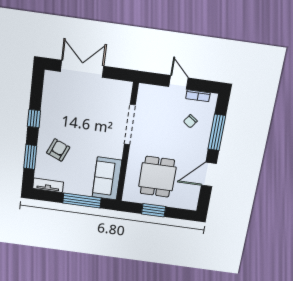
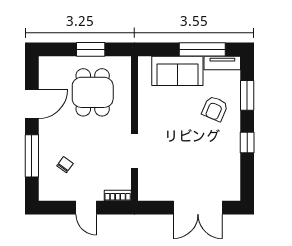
bookcase: (198, 96) -> (118, 195), moved
doorway: (130, 125) -> (134, 151), width x0.73
sofa: (107, 178) -> (177, 71), moved, turned 90
window: (82, 201) -> (202, 49), moved

